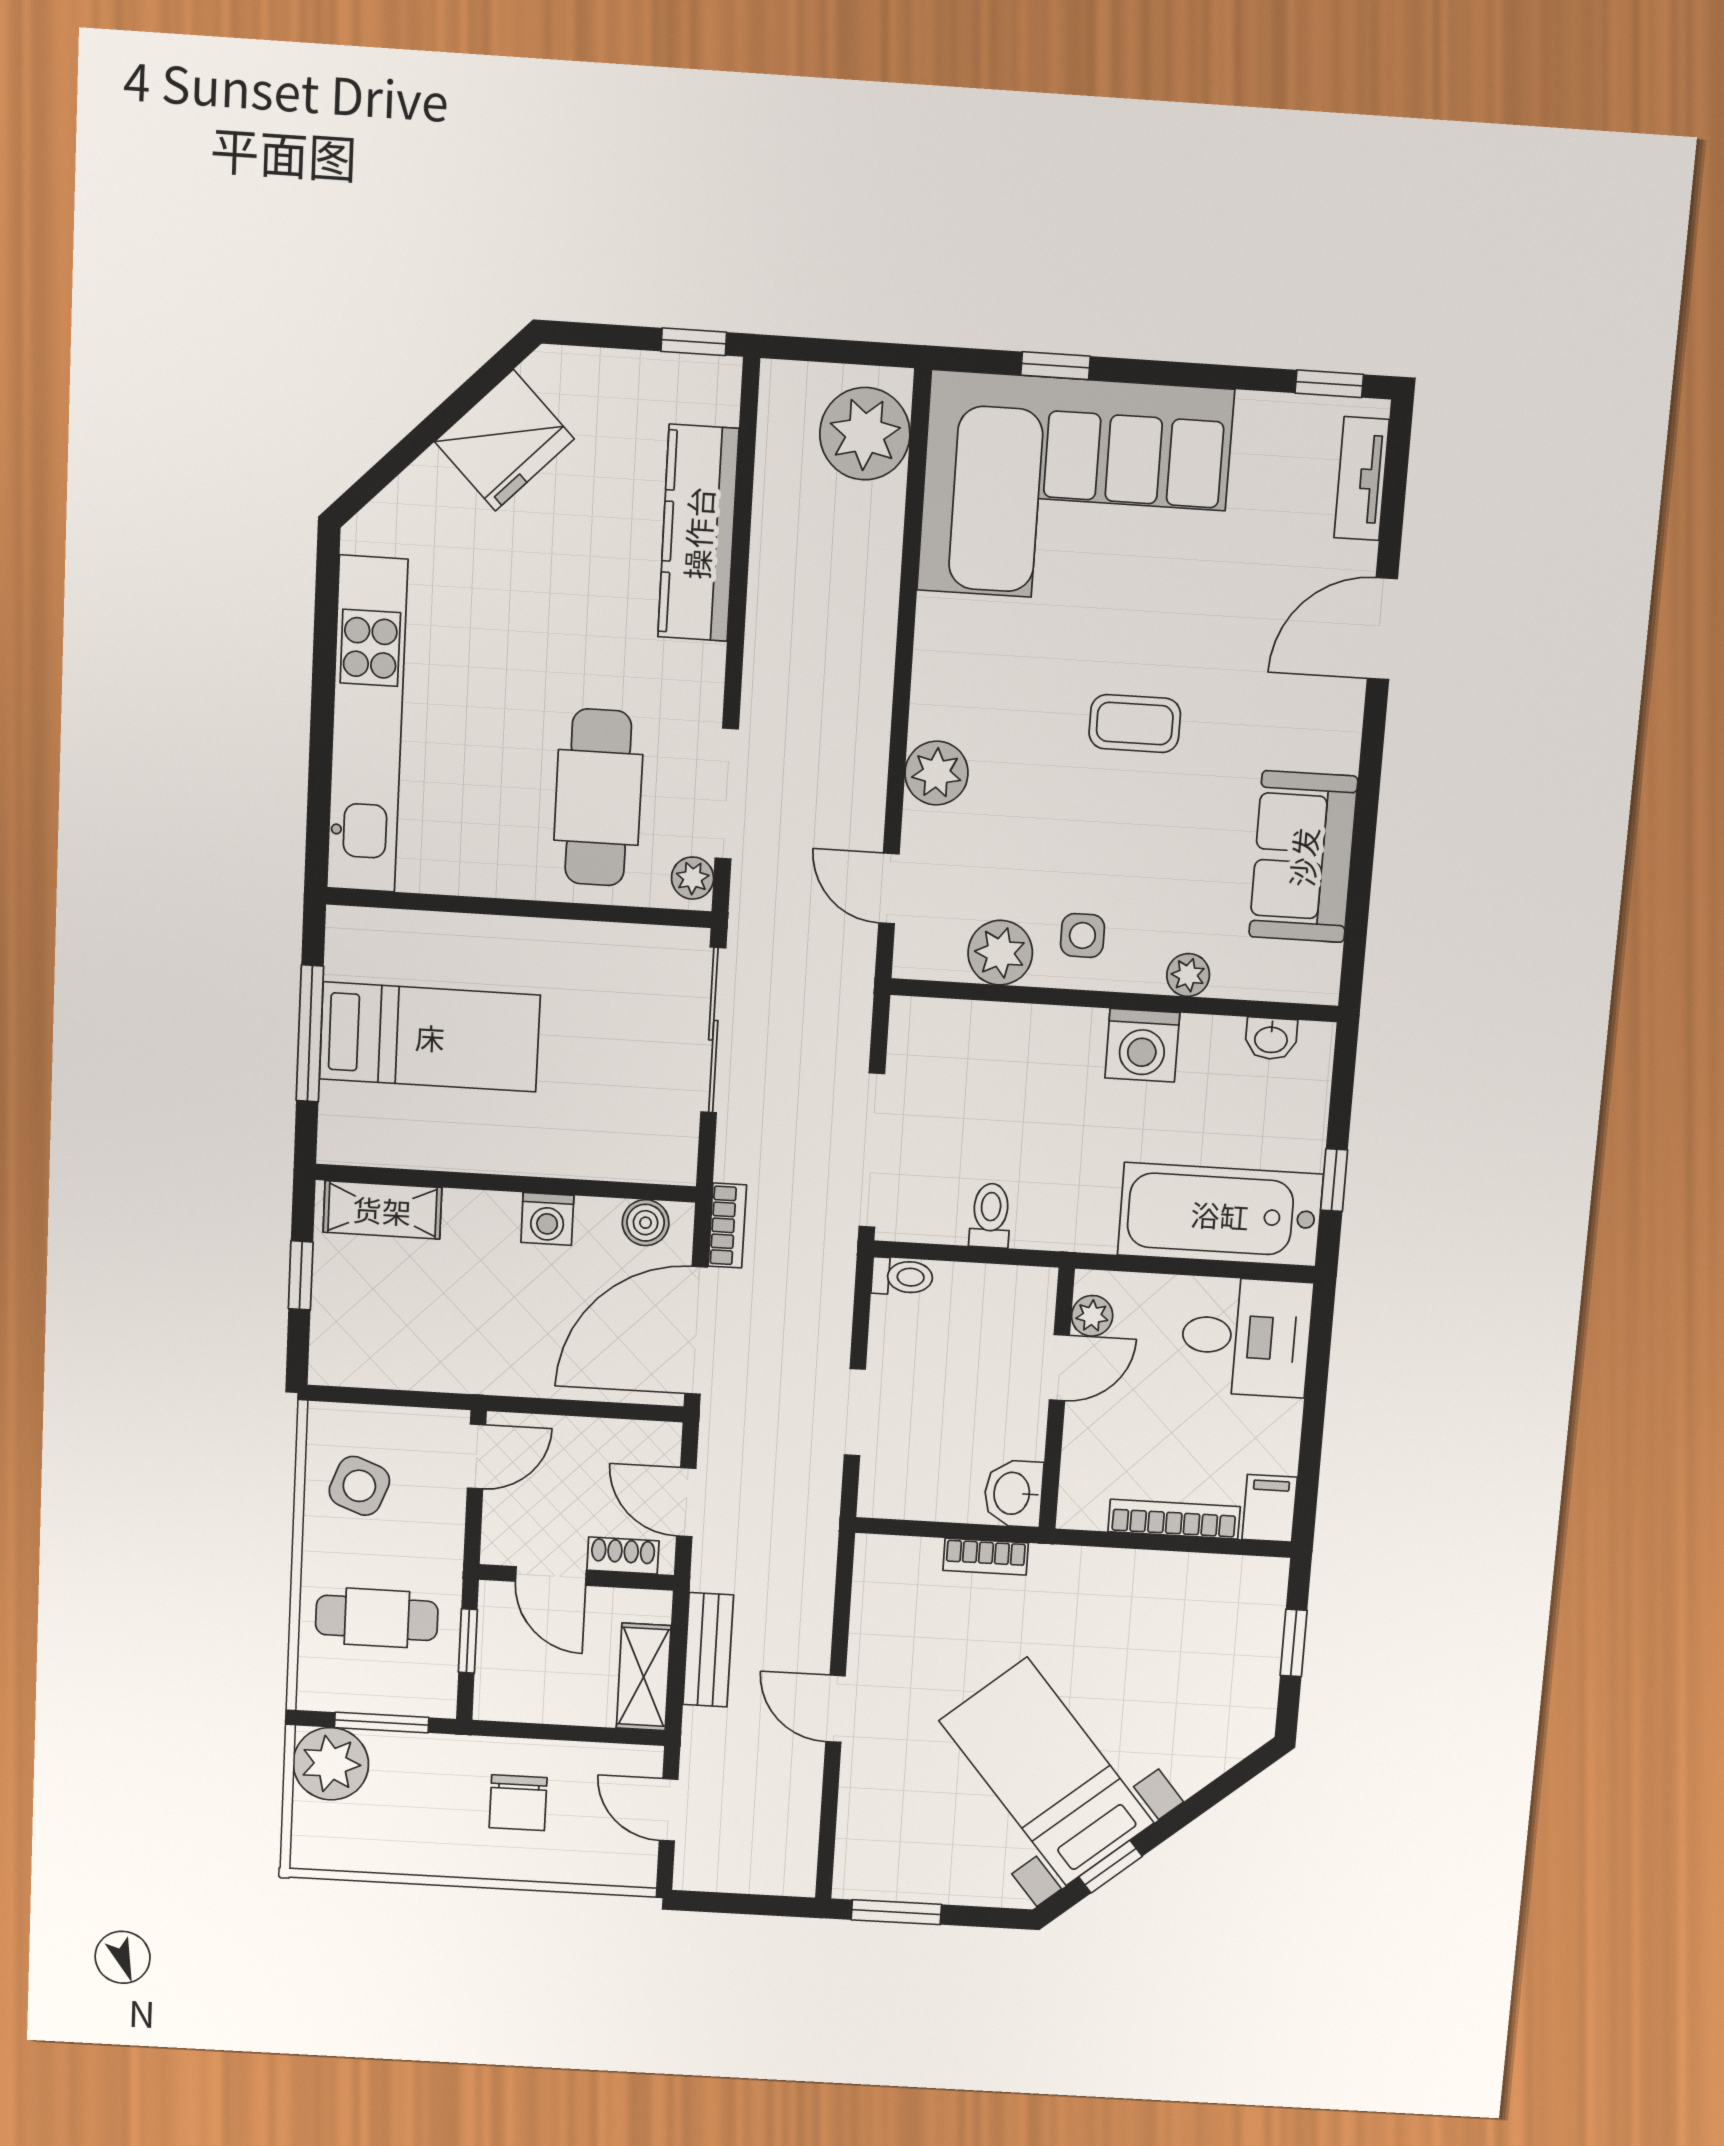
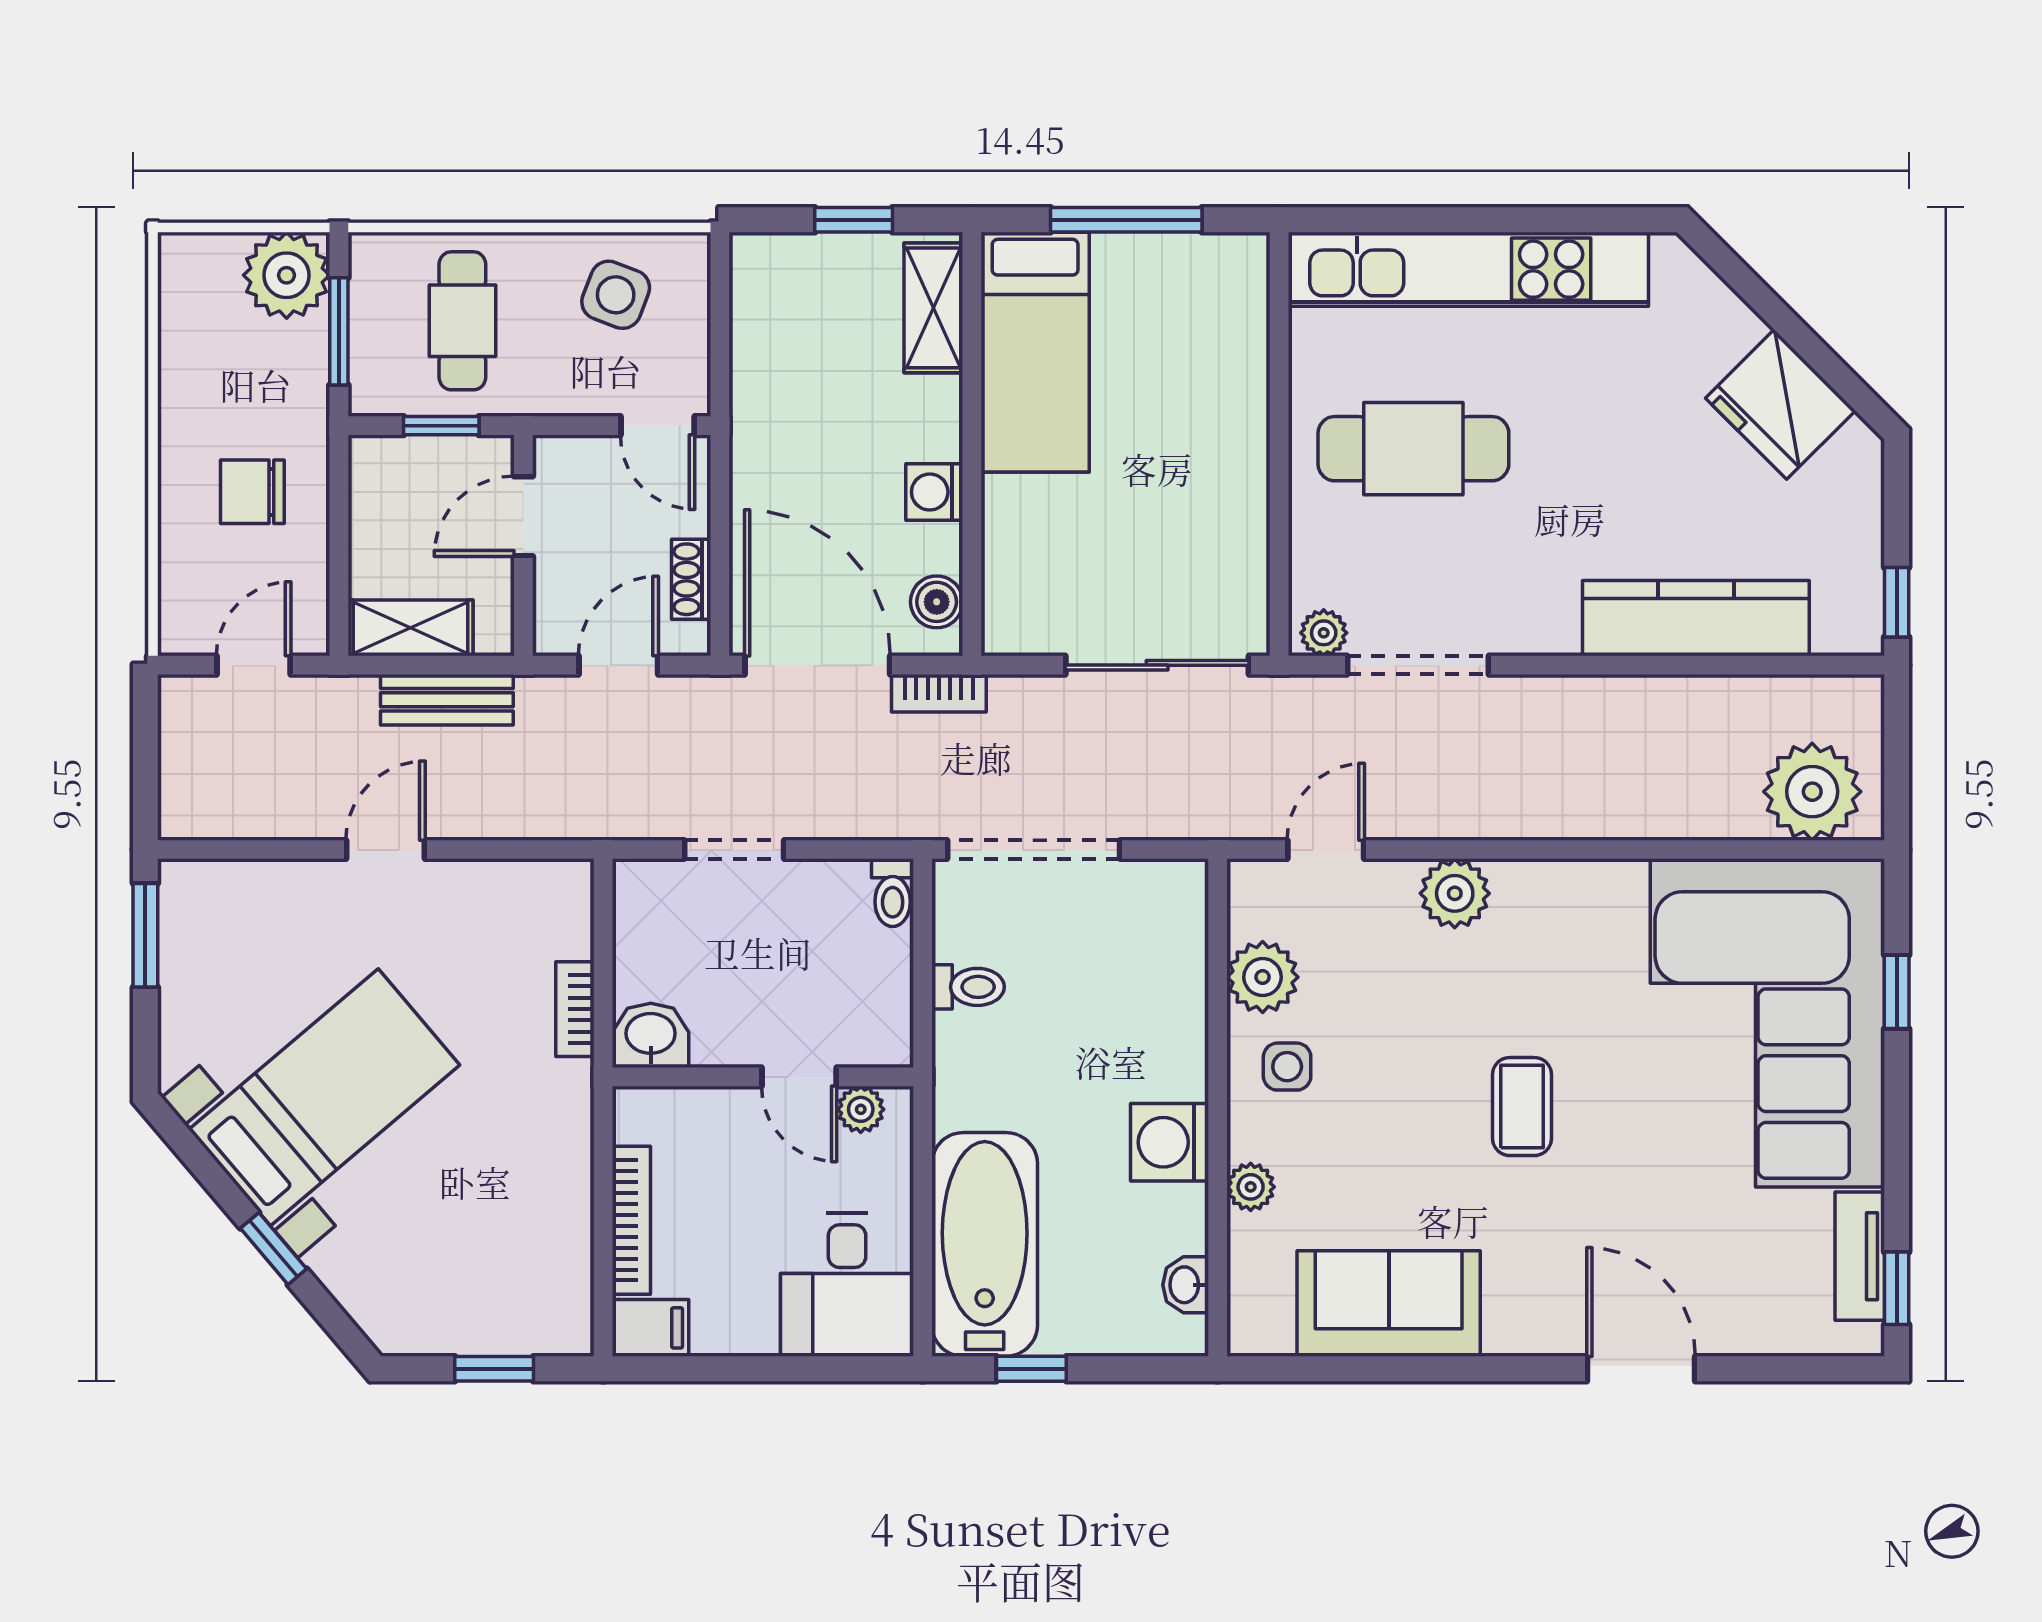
tv unit: (1362, 479) -> (1860, 1256), moved, turned -90
cafe table: (598, 797) -> (1413, 449), moved
bed: (430, 1037) -> (1035, 352), moved
shoe rack: (623, 1556) -> (691, 579), moved, turned 180
window: (1110, 1867) -> (274, 1249), moved

